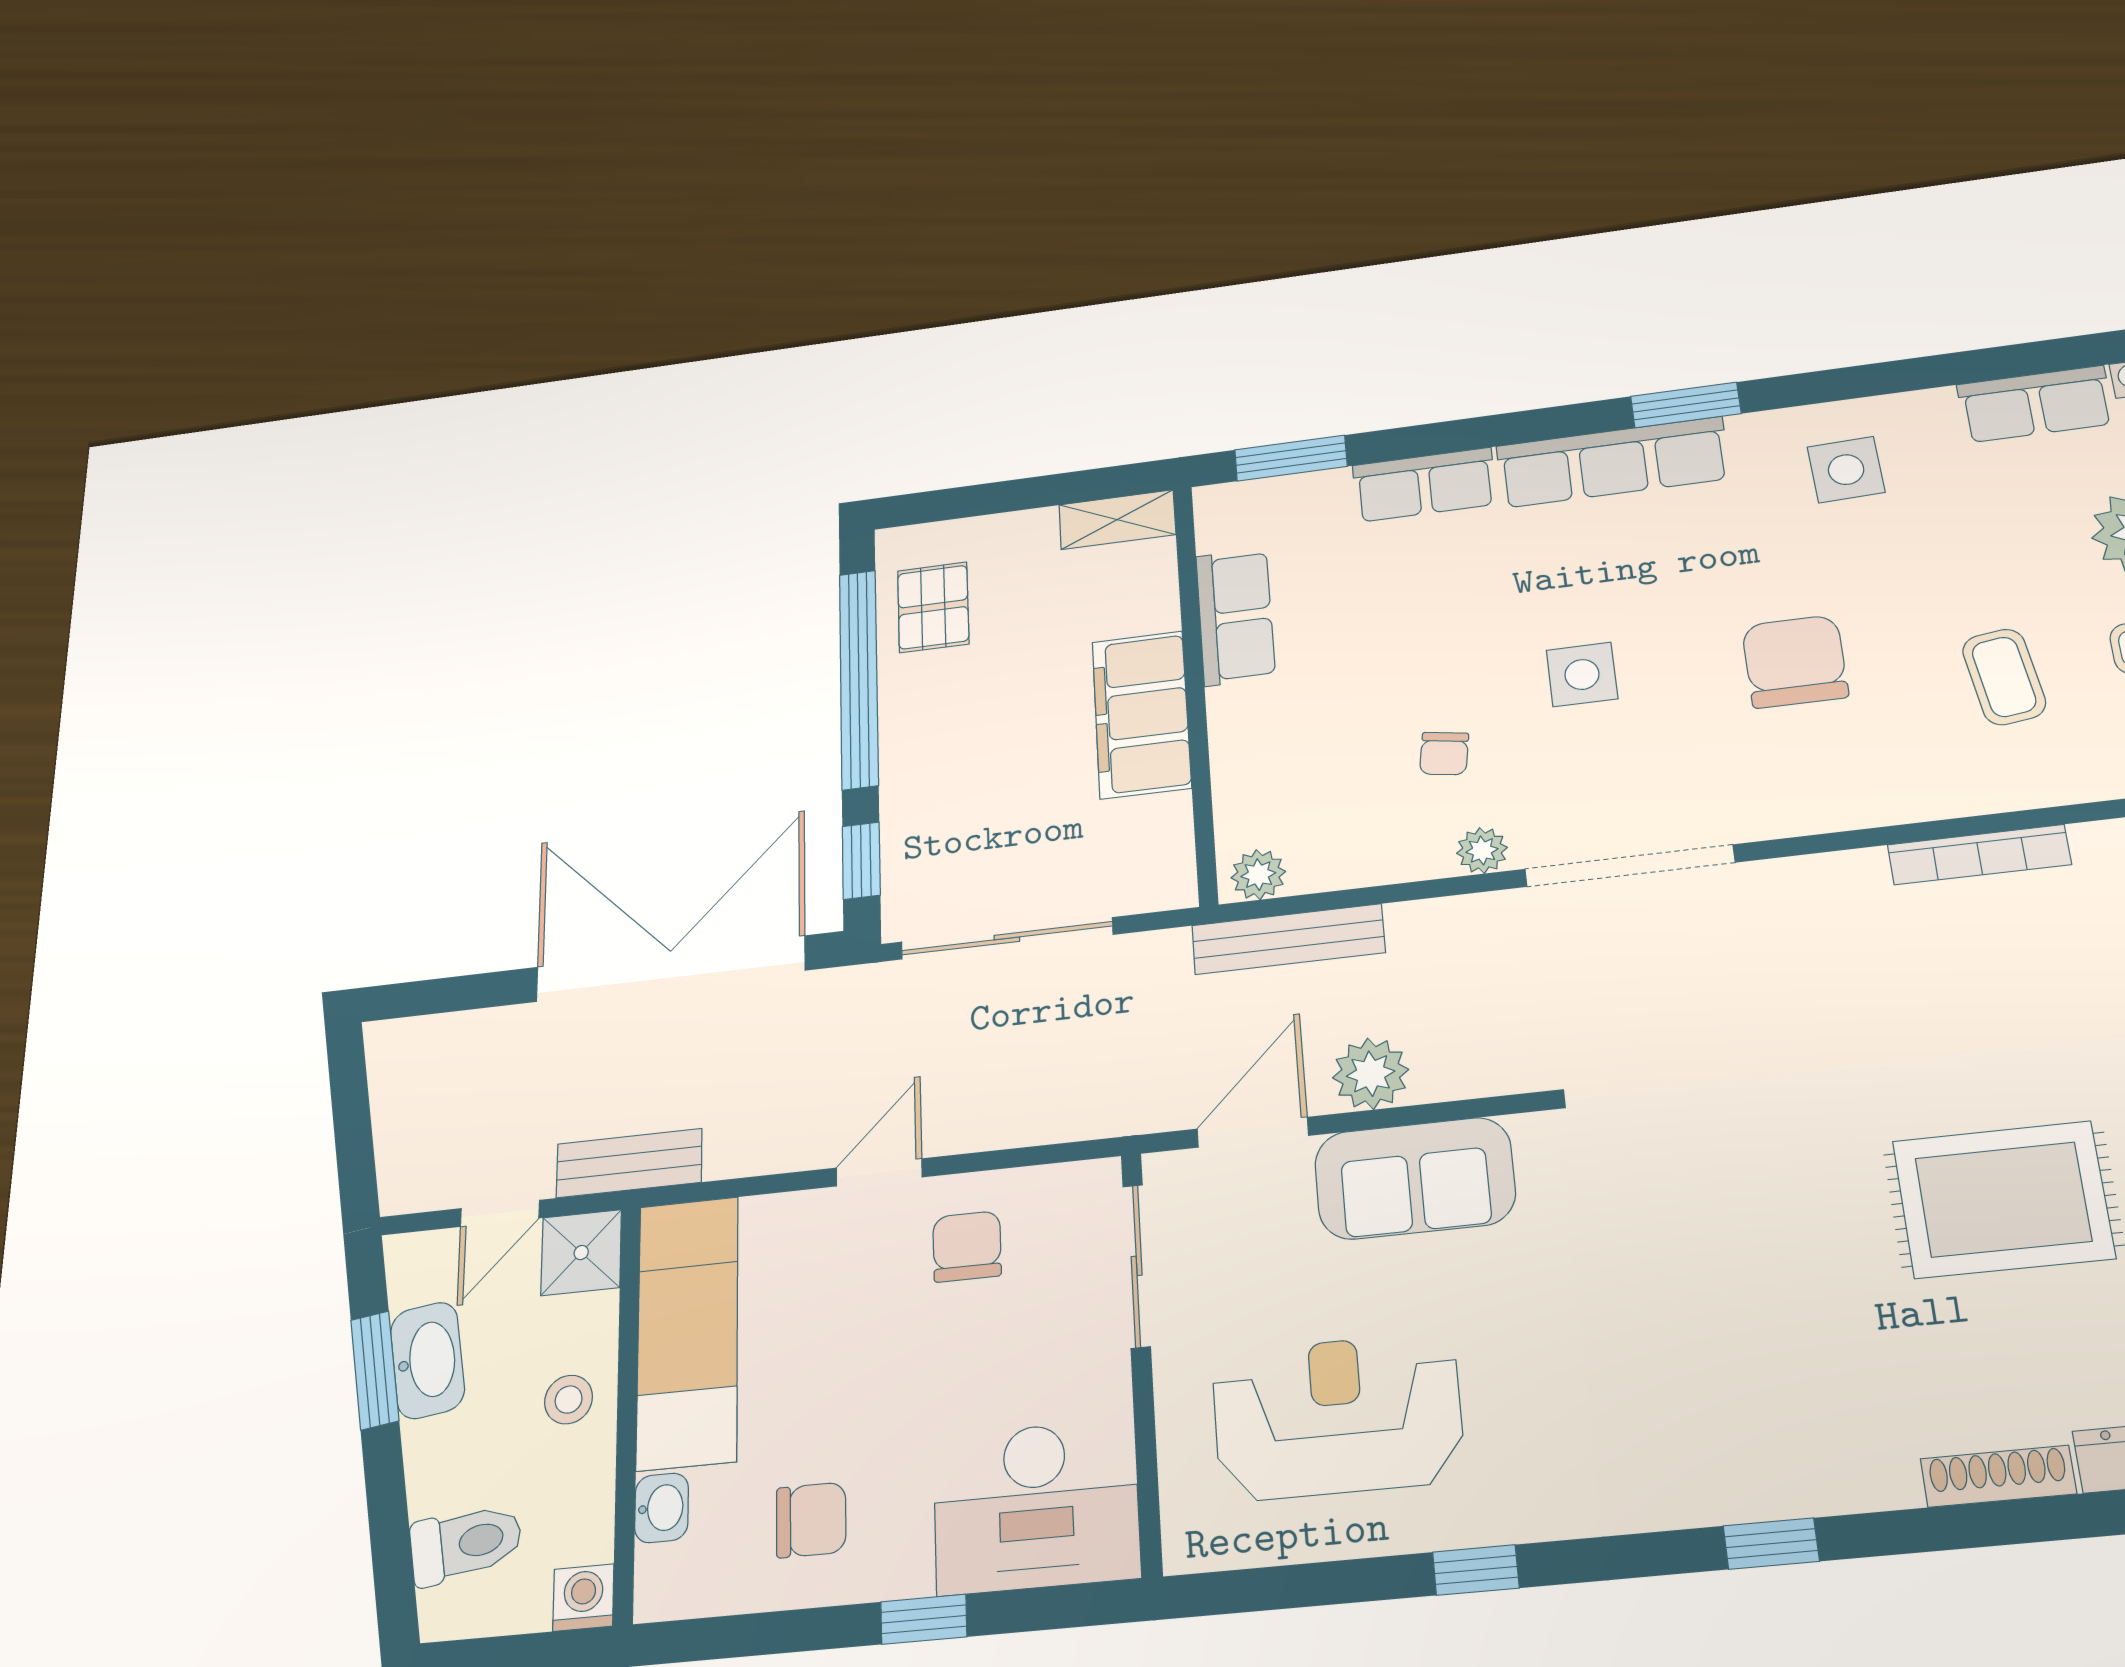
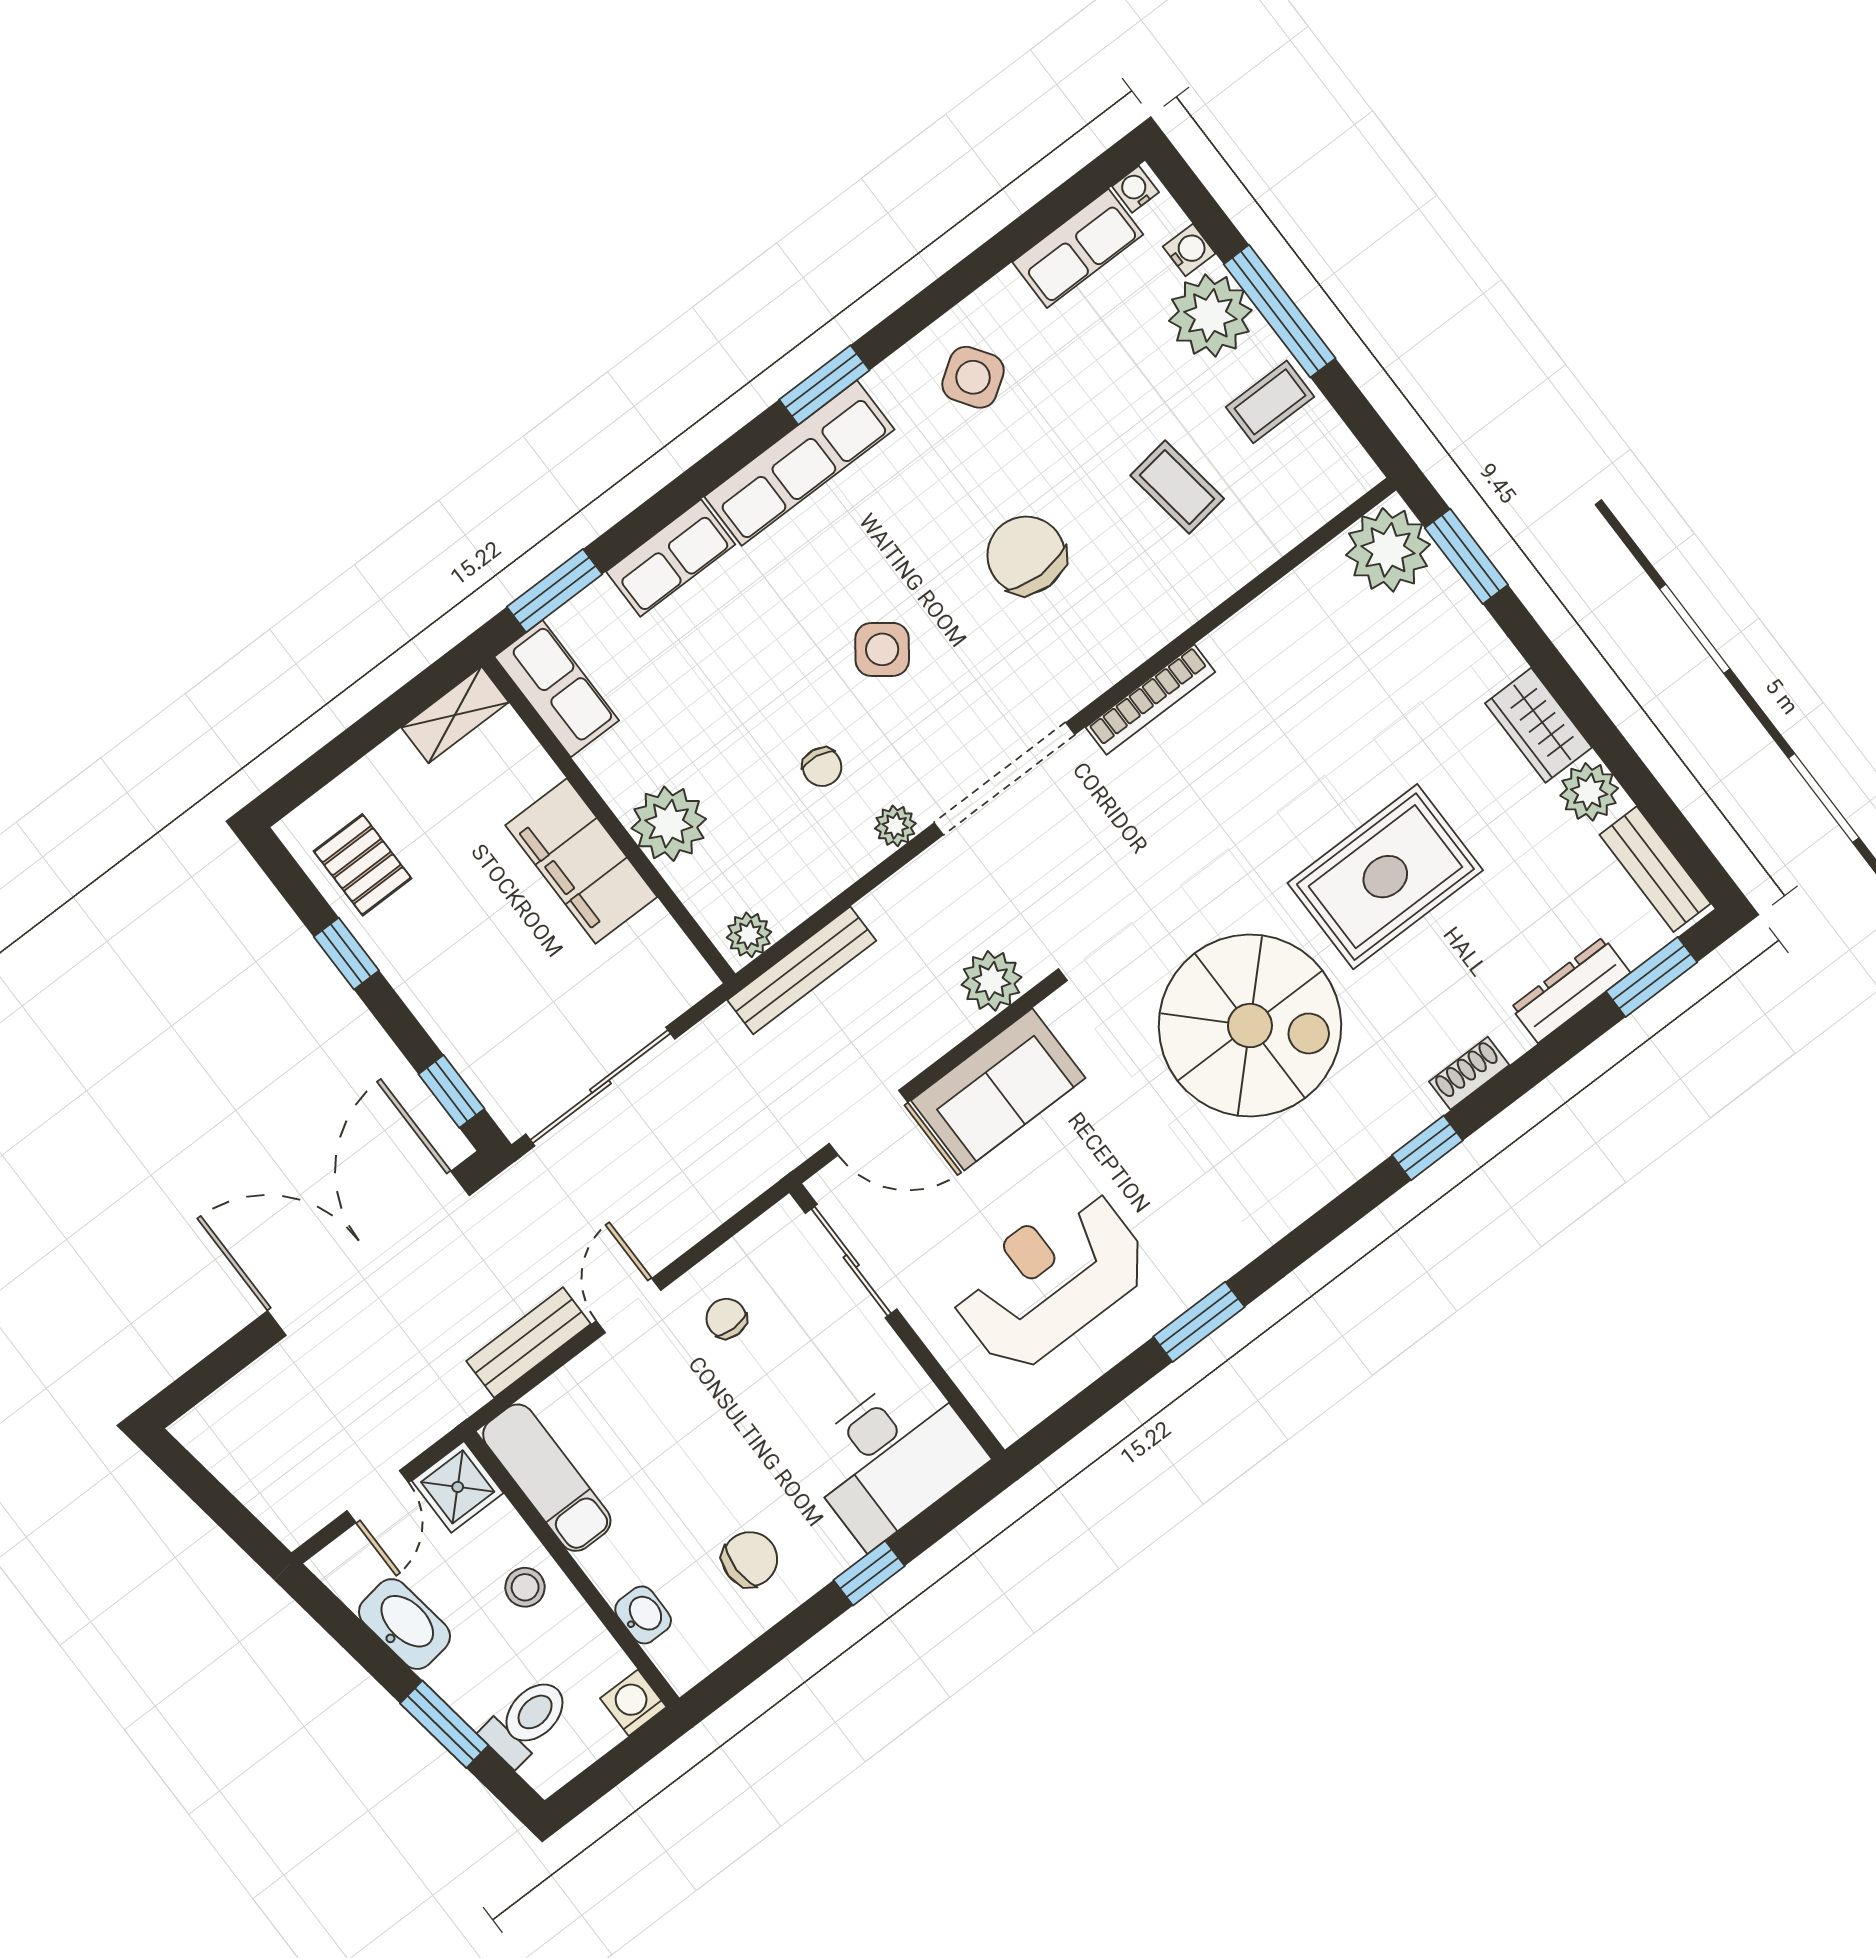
side table: (1846, 470) -> (973, 377), turned -32
row of seats: (1235, 617) -> (557, 689), moved
side table: (1582, 674) -> (882, 649), turned 37
window: (859, 679) -> (346, 954), width x0.32
plant: (1252, 725) -> (669, 824), added
bookcase: (1979, 855) -> (1150, 700), moved
plant: (1371, 1074) -> (991, 981), moved
door: (1253, 1132) -> (868, 1123), swing flipped
bench: (629, 1163) -> (529, 1342), moved
chair: (967, 1246) -> (726, 1318), width x0.73, depth x0.73
spiral stairs: (1743, 1273) -> (1250, 1026), added
exam couch: (688, 1332) -> (547, 1478), width x0.73, depth x0.69
window: (375, 1370) -> (444, 1724), moved
shoe rack: (1998, 1476) -> (1469, 1073), width x0.70
window: (1771, 1544) -> (1427, 1148), moved
window: (1476, 1570) -> (1199, 1322), width x1.50

